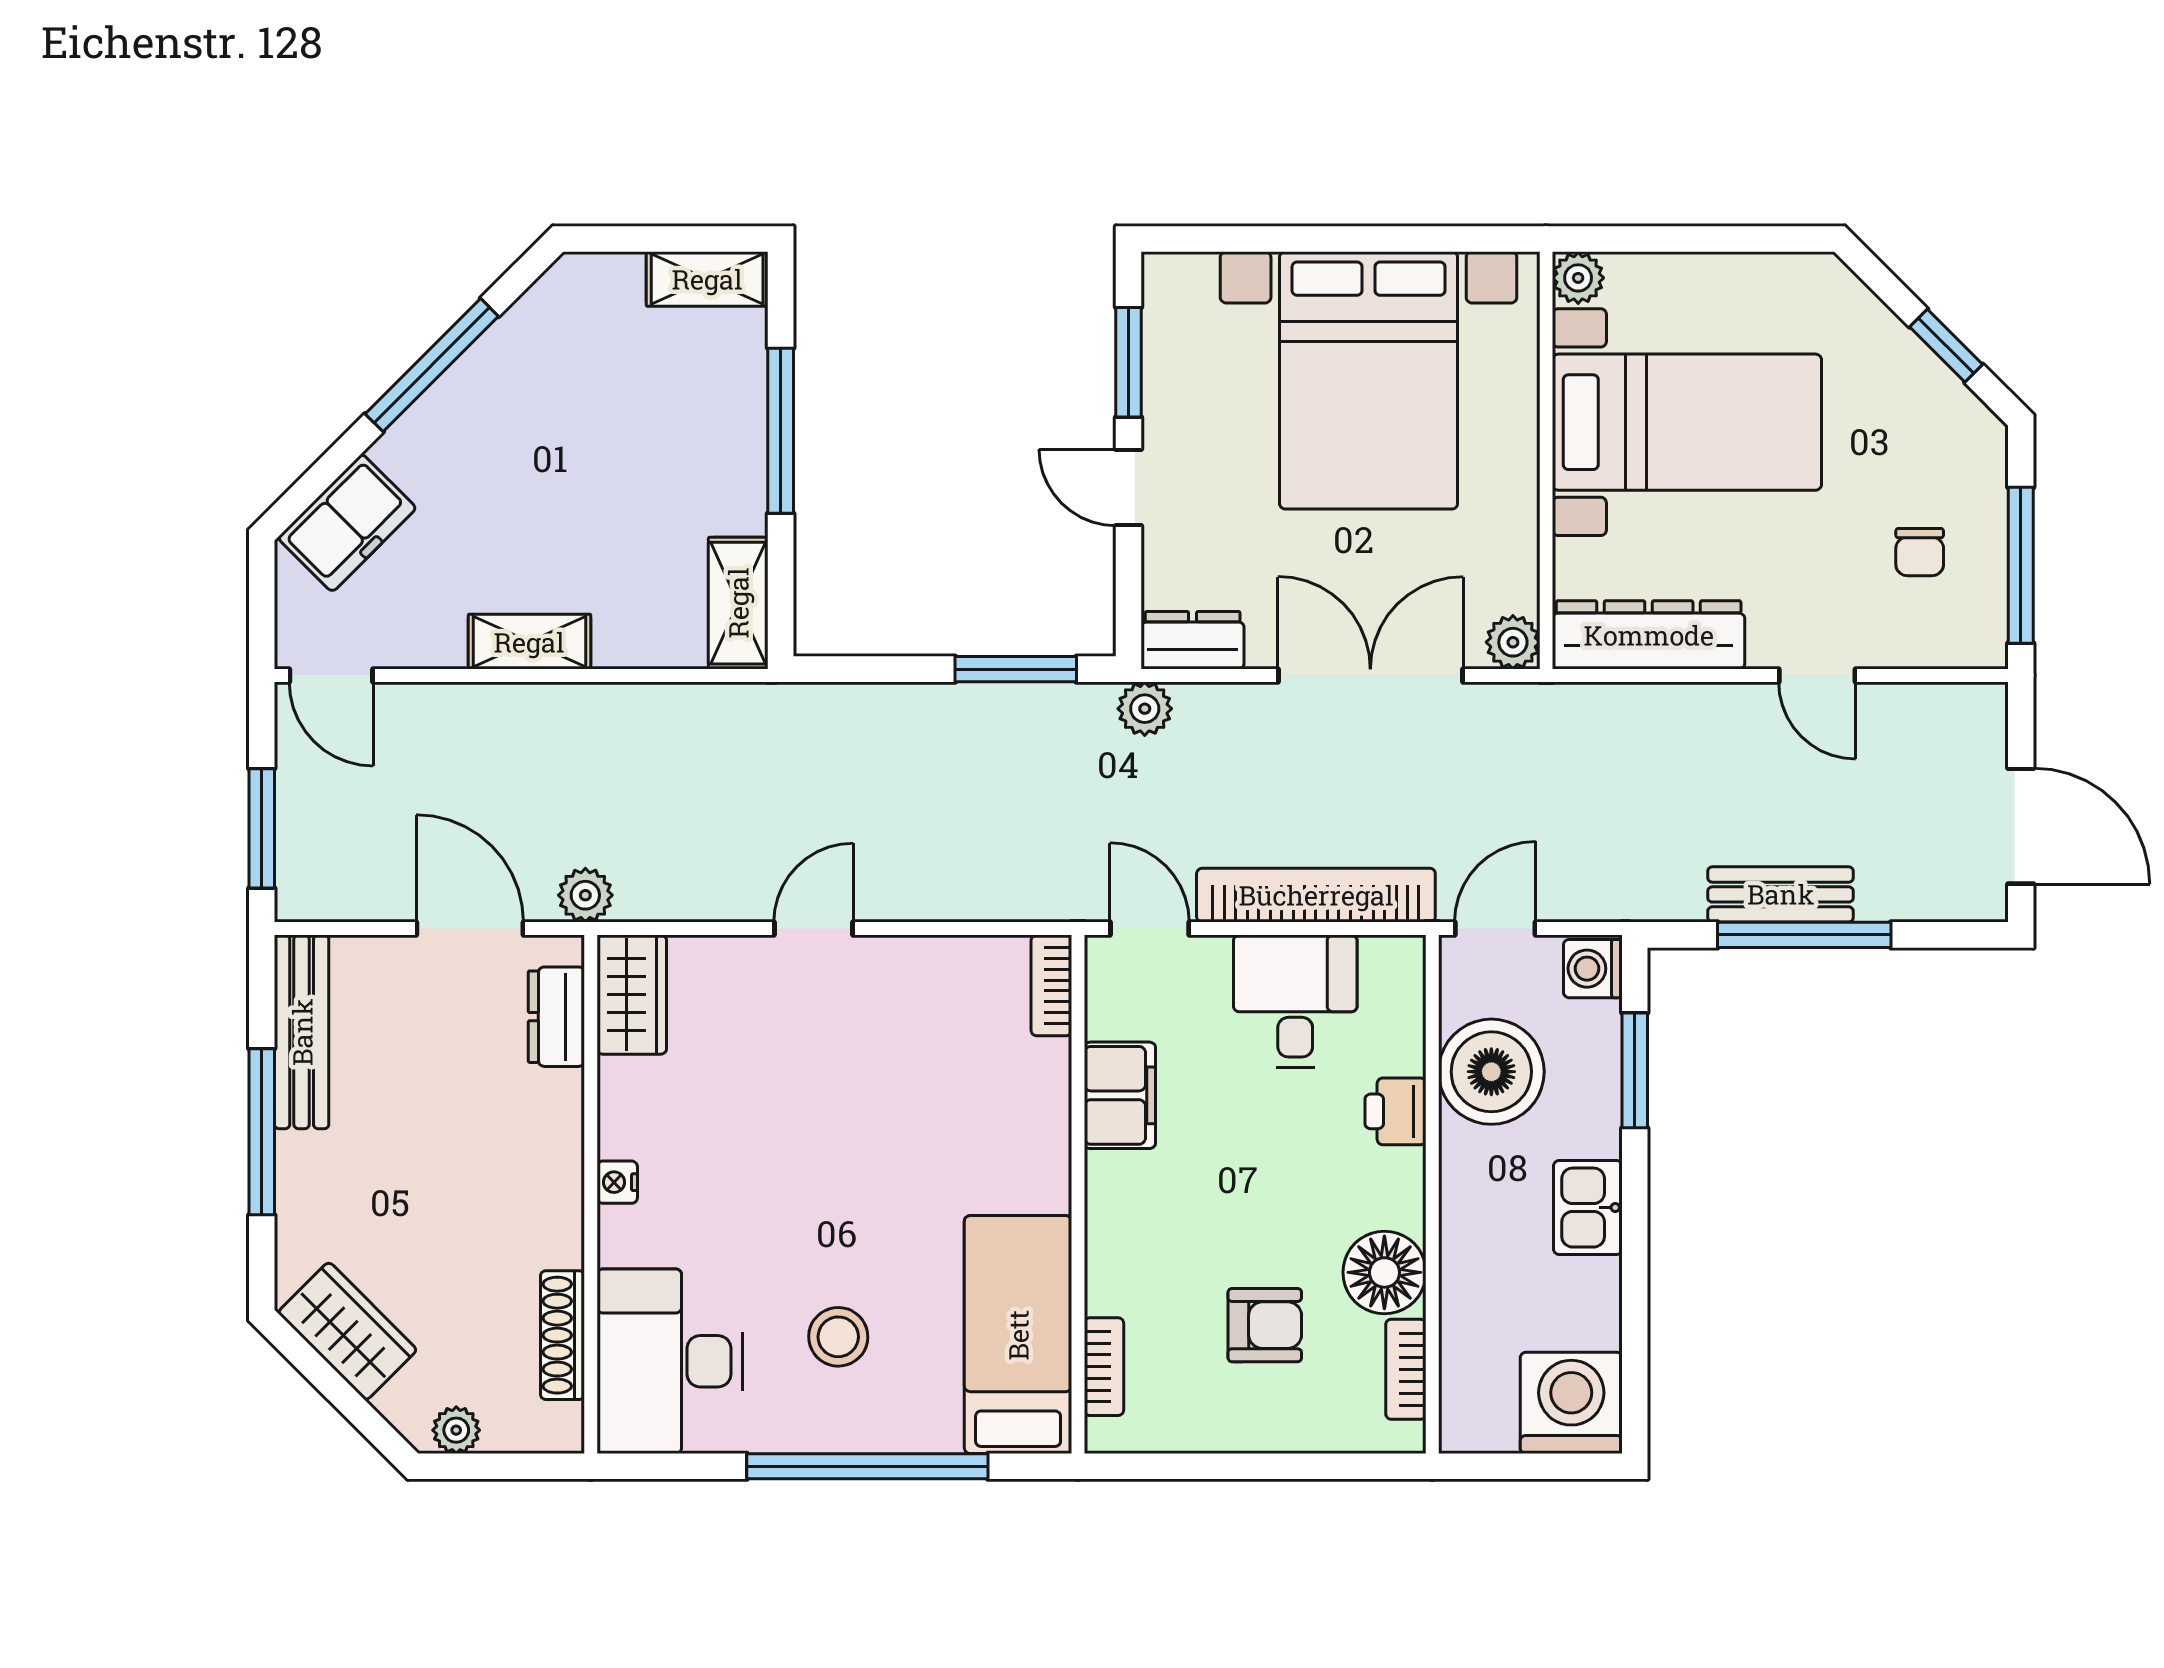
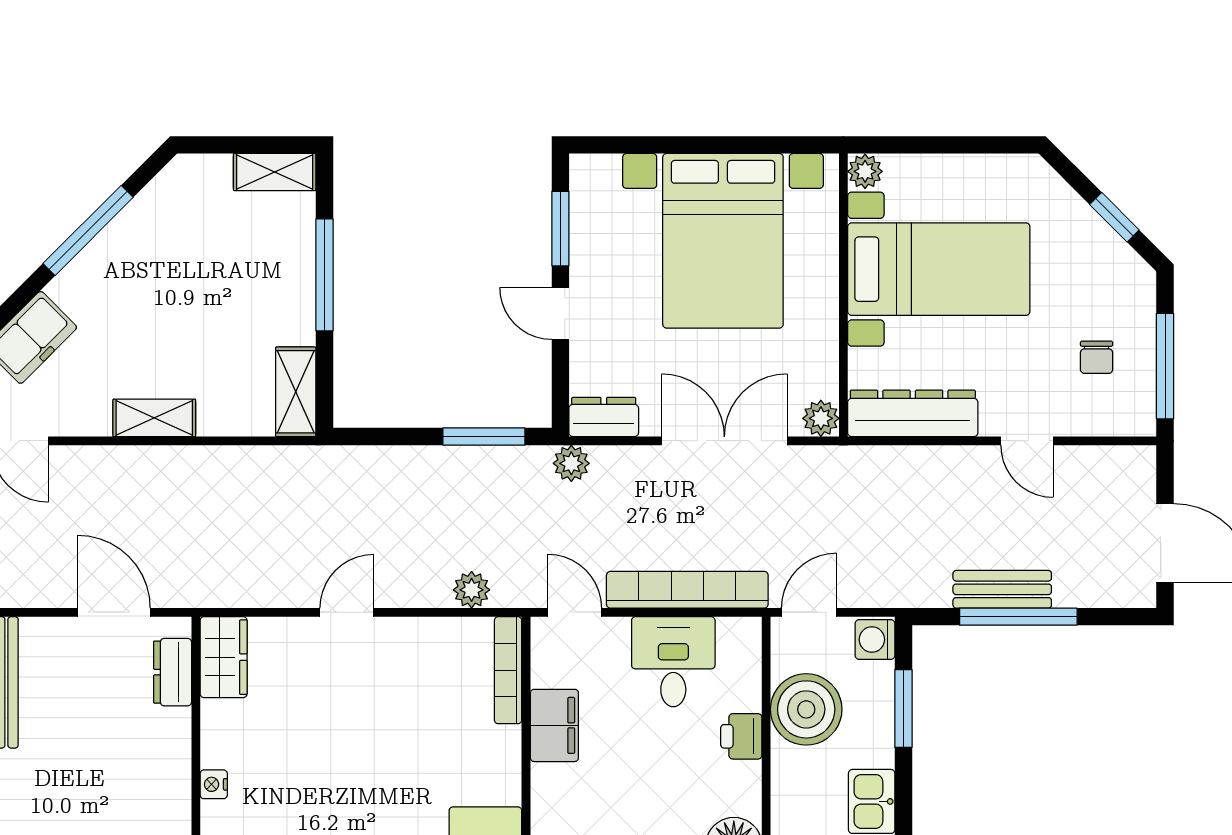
plant: (585, 895) -> (472, 590), moved
bookcase: (1051, 985) -> (508, 670), width x1.56

